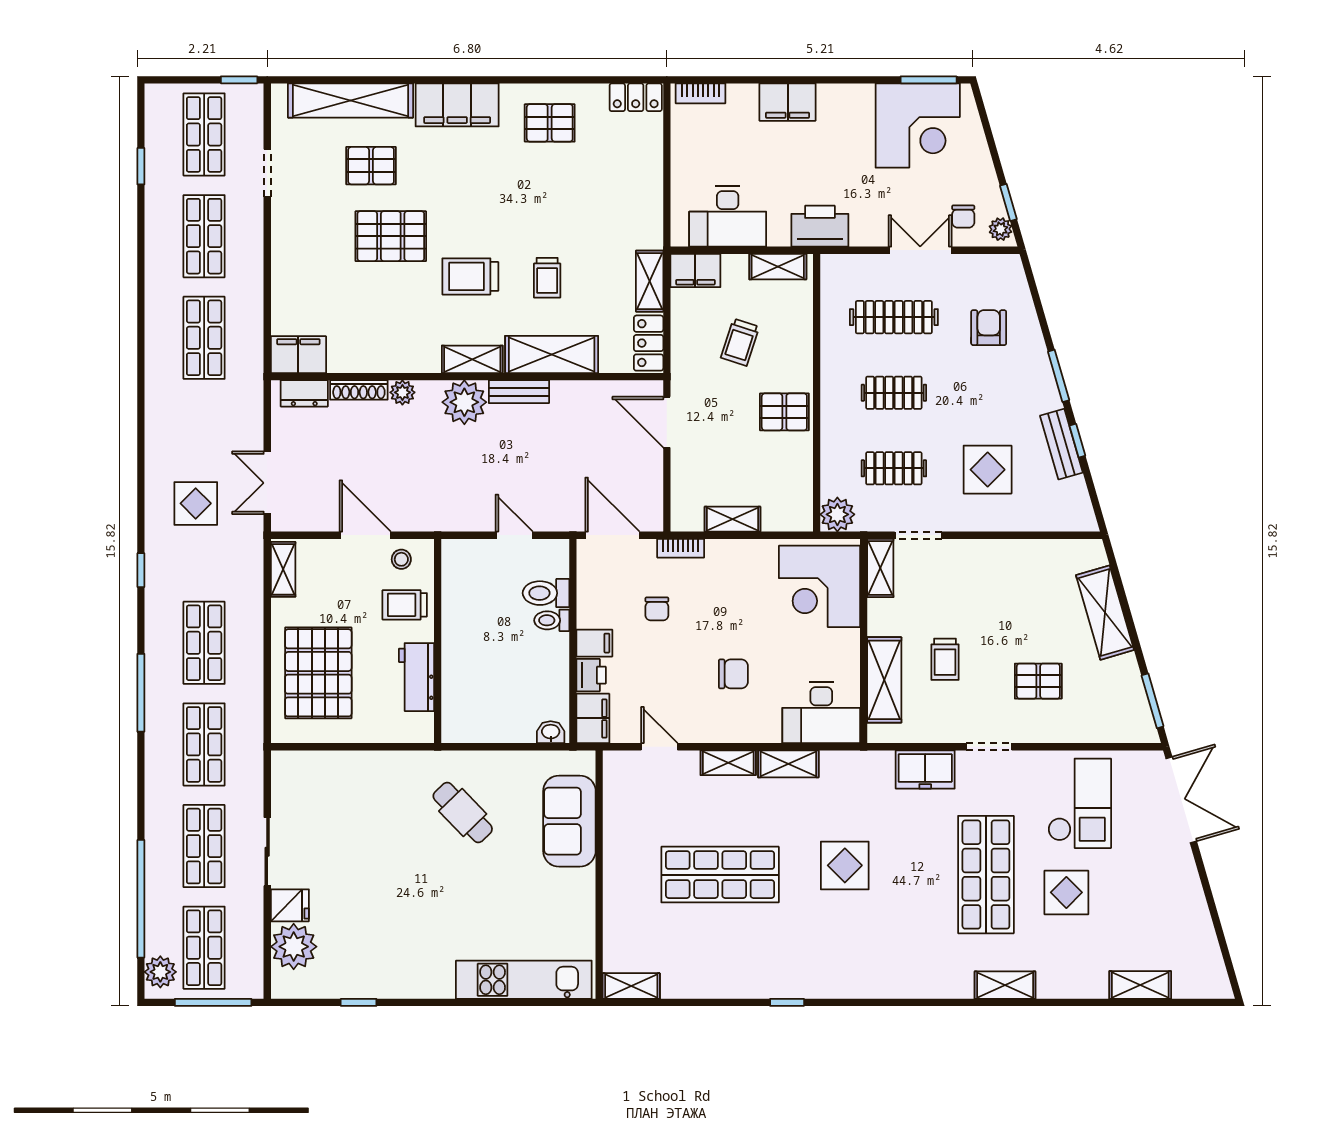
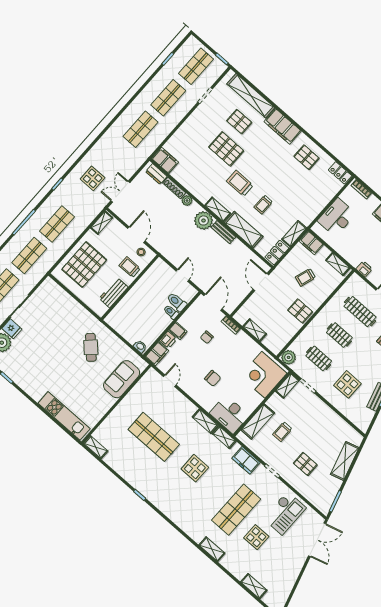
desk: (728, 216) -> (337, 217), moved, turned 90
printer: (820, 226) -> (364, 269), width x0.53, depth x0.68
shelving: (728, 763) -> (224, 437), moved

